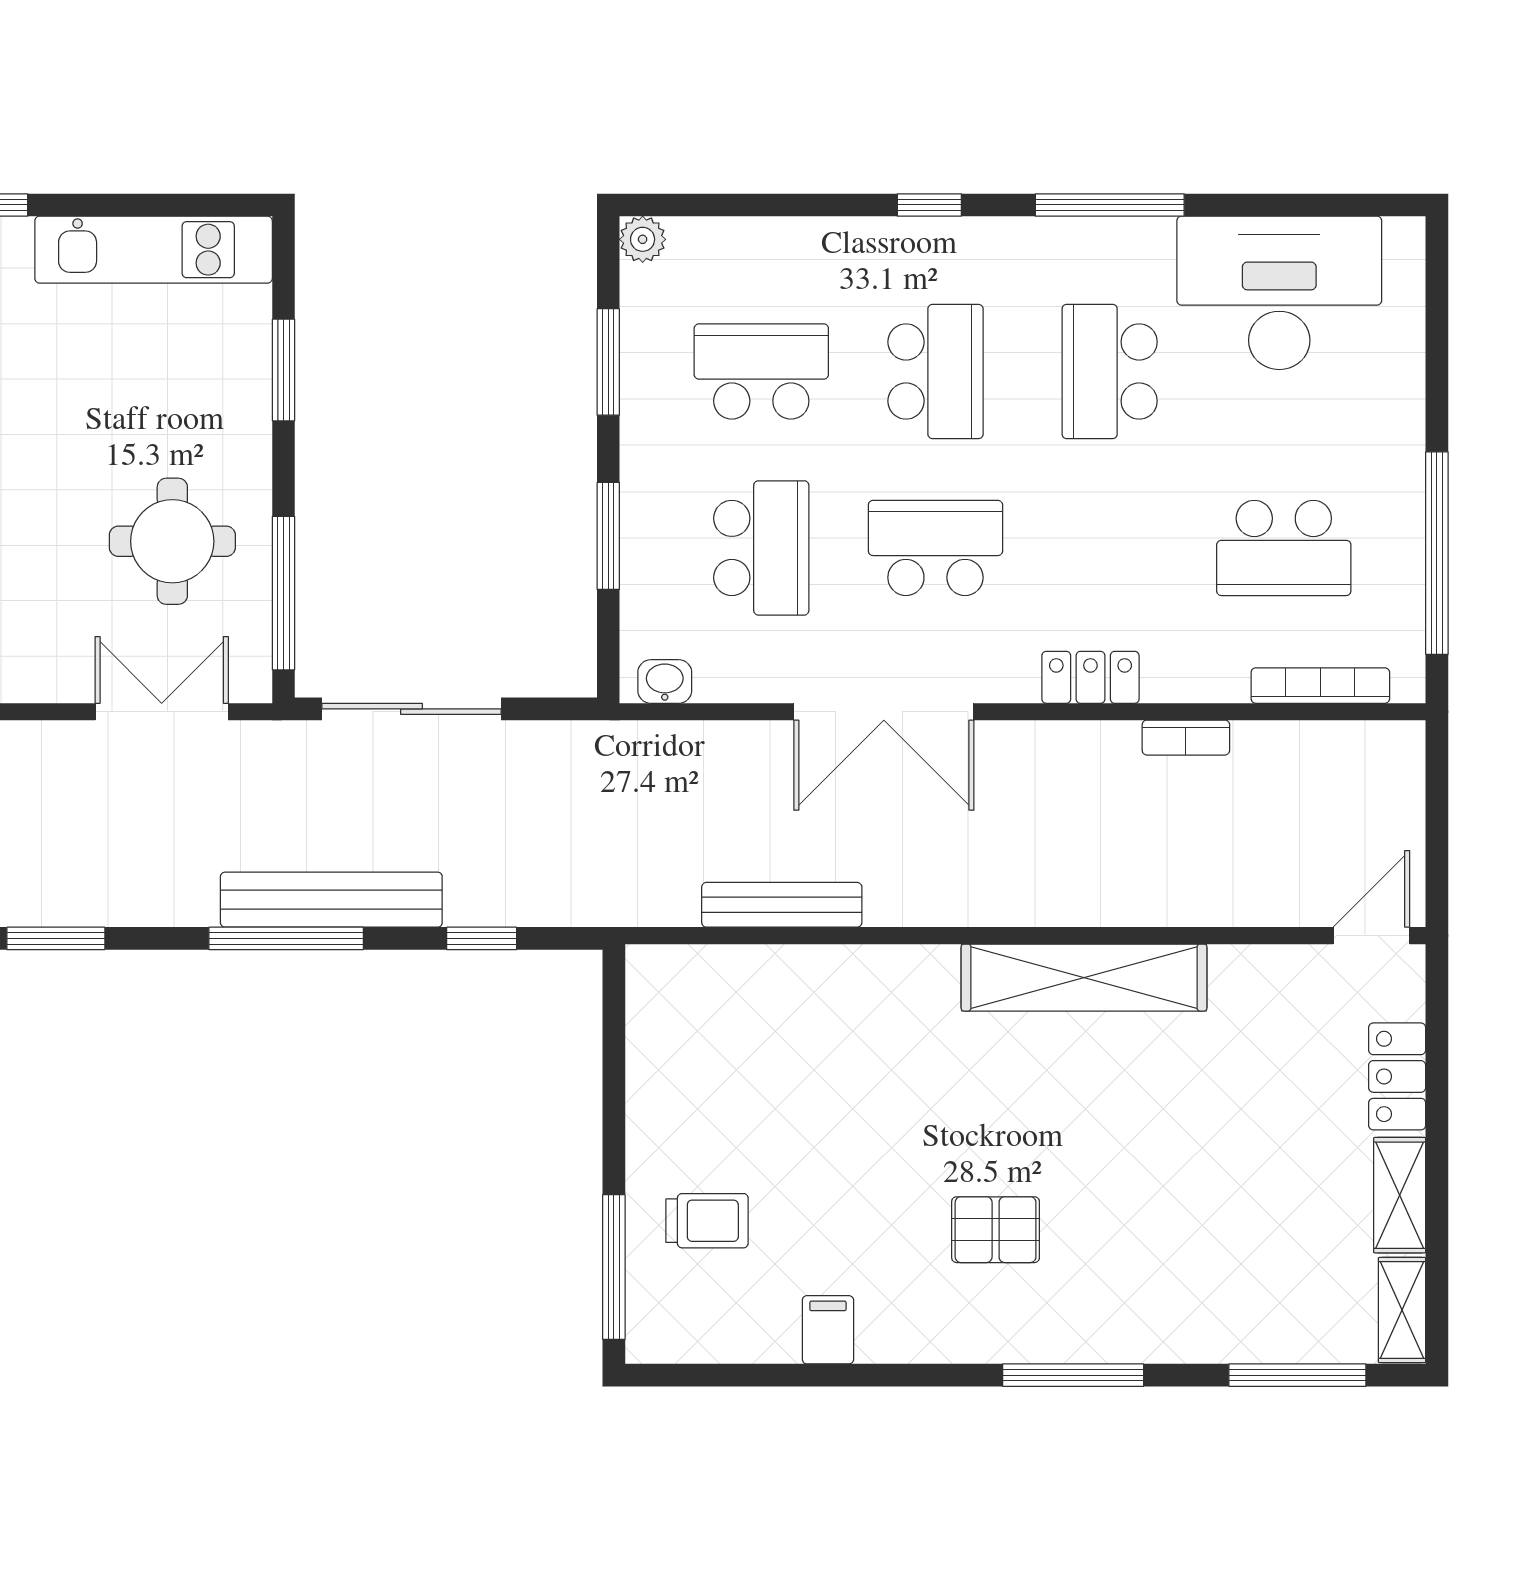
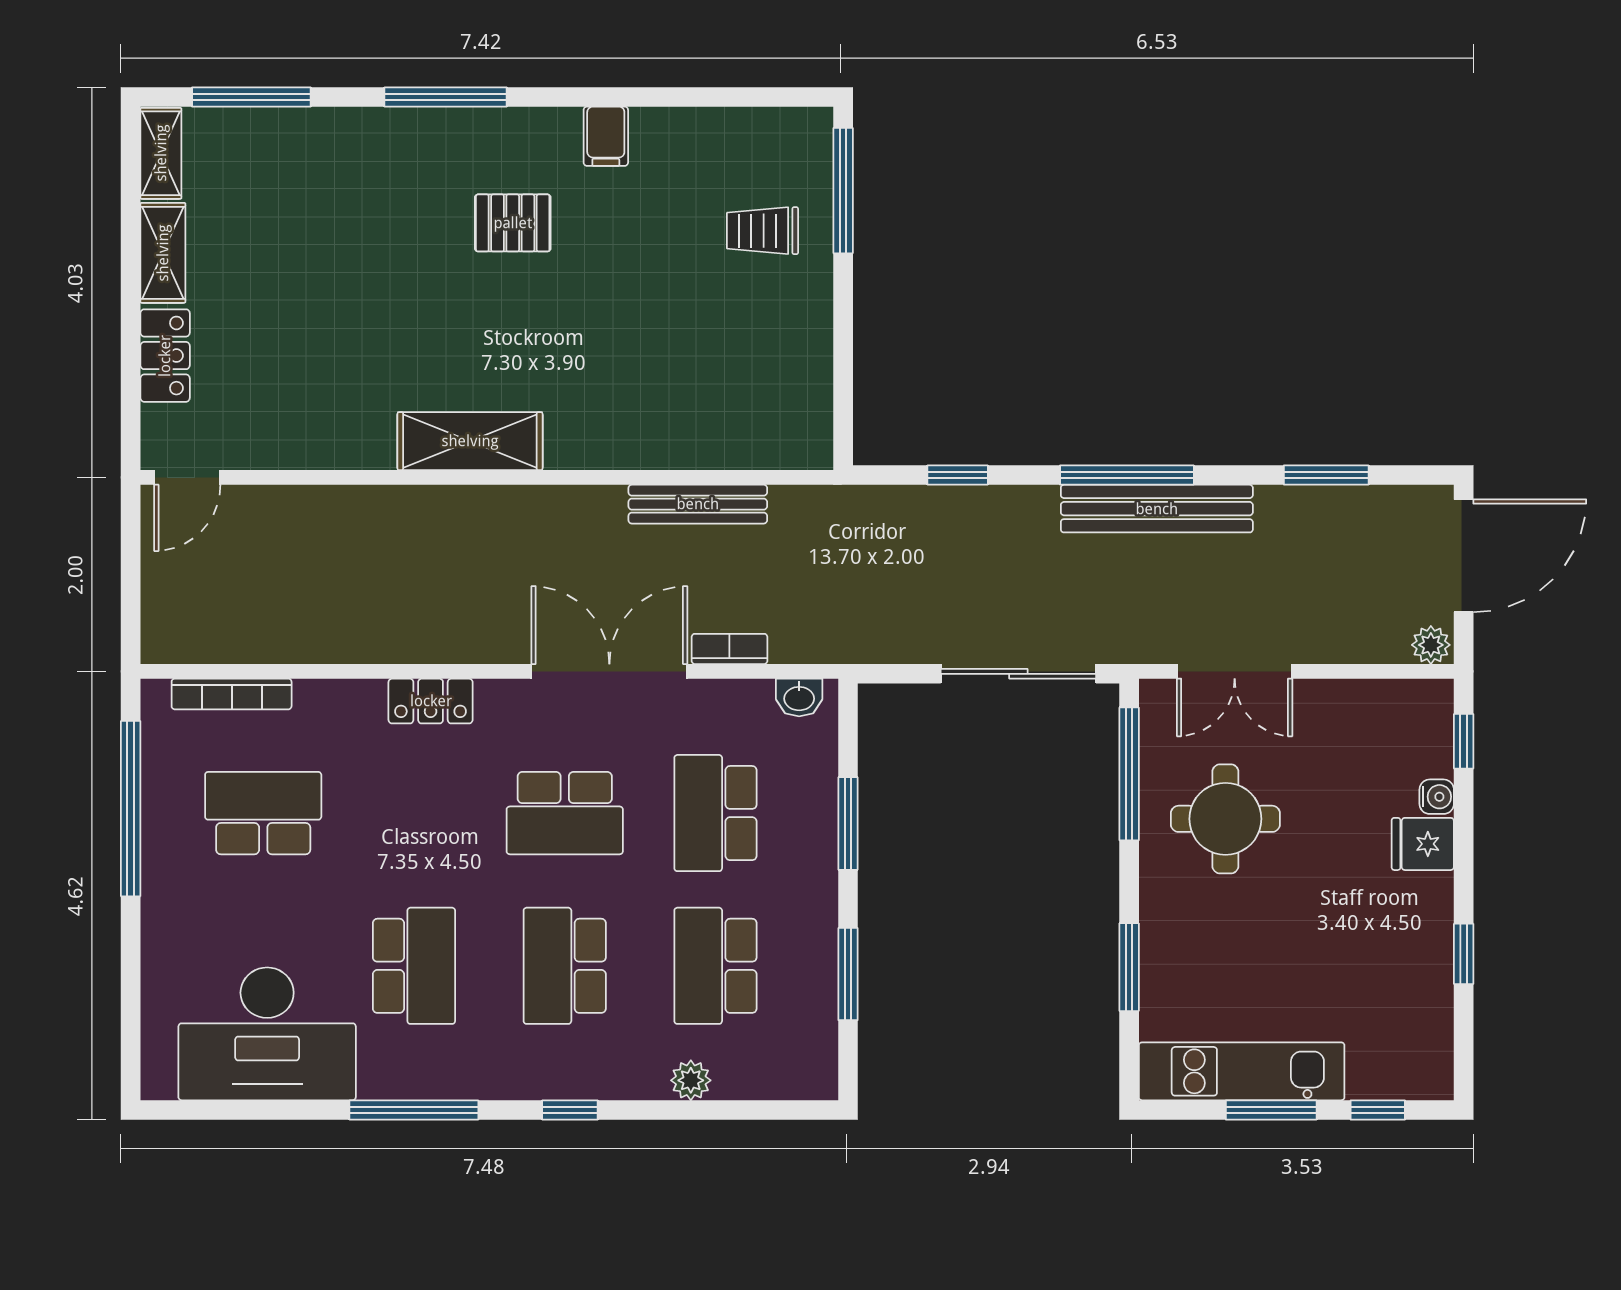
window: (119, 205) -> (1271, 1110), added
plant: (643, 239) -> (691, 1080), moved
school desk: (761, 371) -> (715, 966), turned 90
bookcase: (1186, 738) -> (729, 649), moved
bench: (331, 900) -> (1157, 509), moved
shelving: (1084, 978) -> (470, 441), width x0.68
filing cabinet: (828, 1330) -> (606, 136), moved

